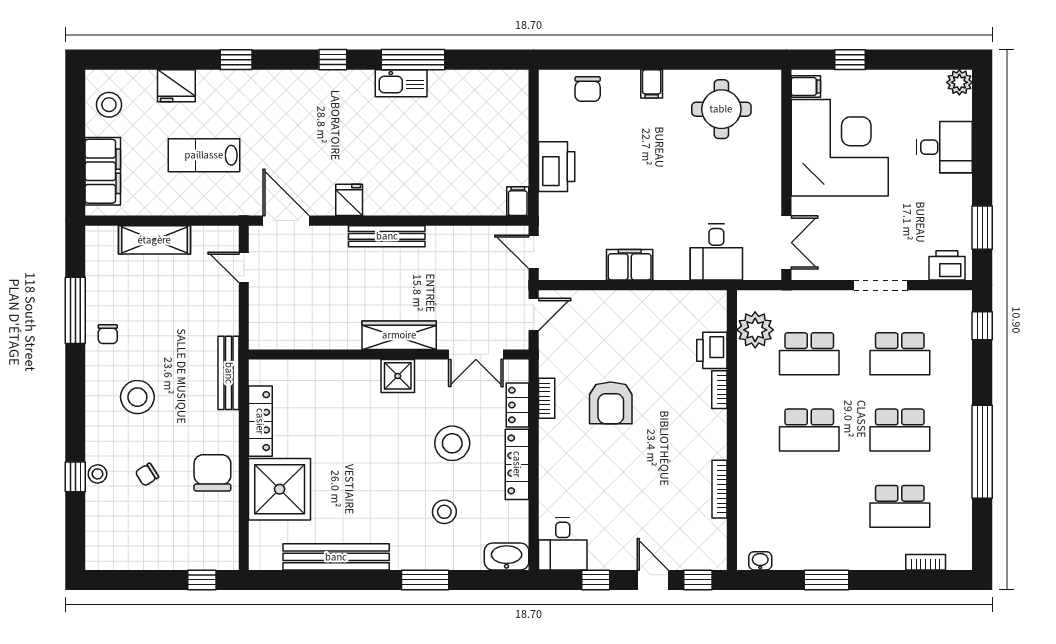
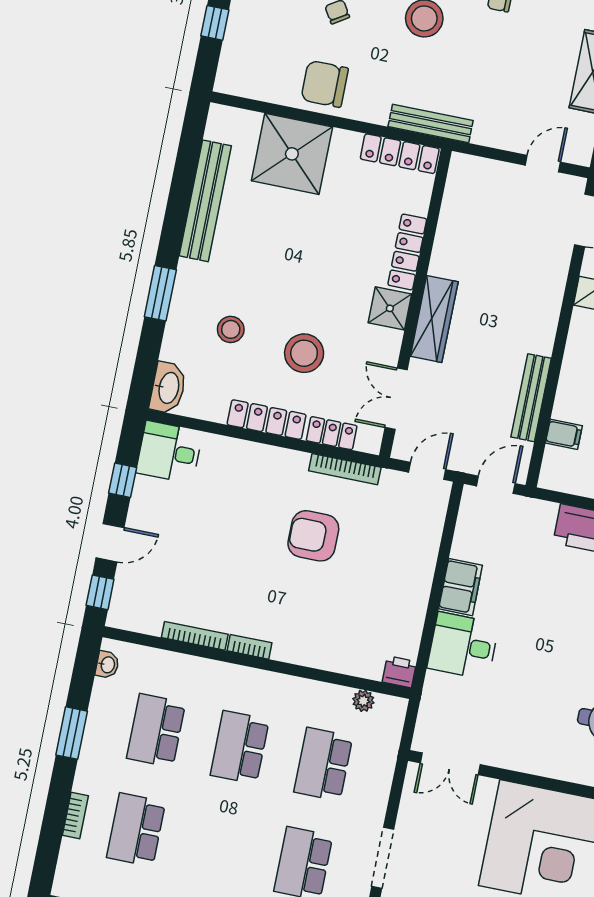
filing cabinet: (518, 201) -> (564, 434), moved
bench: (387, 236) -> (531, 398), moved
desk: (716, 252) -> (463, 646), moved
door: (534, 315) -> (427, 471), swing flipped
plant: (755, 330) -> (363, 701), width x0.53, depth x0.53
printer: (712, 350) -> (399, 672), moved, width x0.73, depth x0.81
locker: (345, 371) -> (407, 252), added
bookcase: (719, 390) -> (249, 647), moved
bookcase: (547, 398) -> (345, 469), width x1.56
locker: (260, 421) -> (400, 154), moved
school desk: (900, 430) -> (156, 730), moved
chair: (212, 473) -> (325, 84), turned 180
bookcase: (926, 562) -> (75, 815), moved
window: (202, 580) -> (215, 23), moved

